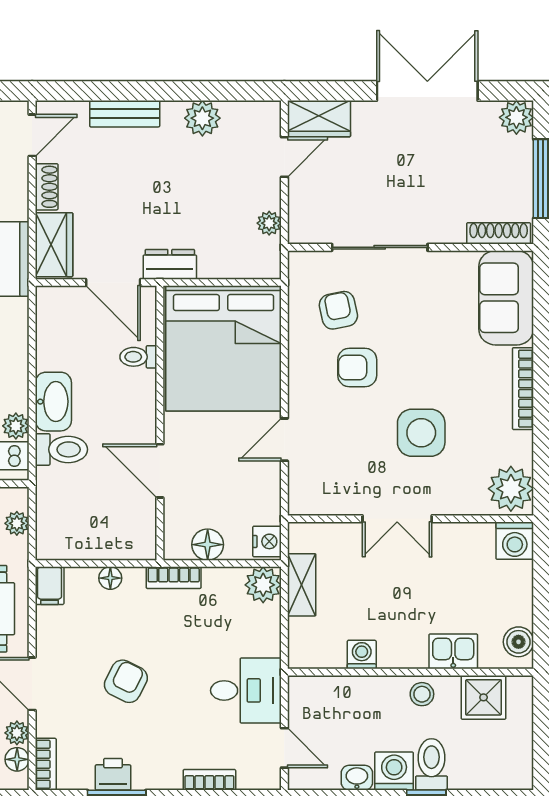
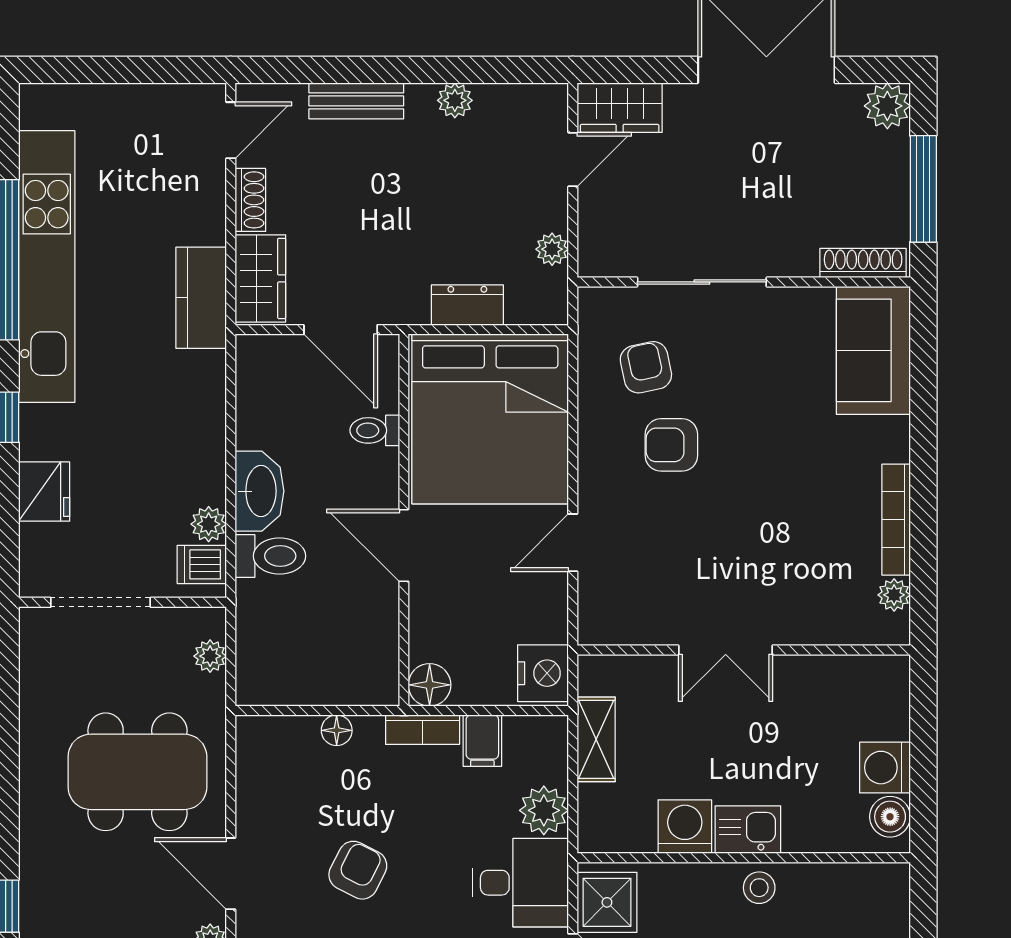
plant: (202, 118) -> (455, 100), width x0.73, depth x0.73
dresser: (170, 264) -> (467, 305), moved
bookcase: (523, 389) -> (896, 520), moved
side table: (421, 433) -> (758, 533), removed
door: (160, 471) -> (404, 545), moved
plant: (511, 489) -> (894, 595), width x0.53, depth x0.53
nightstand: (267, 541) -> (543, 673), width x1.36, depth x1.33
washing machine: (515, 541) -> (885, 768), moved, turned 90
floor lamp: (208, 545) -> (430, 685), moved
plant: (263, 585) -> (544, 810), moved
filing cabinet: (50, 586) -> (482, 741), moved
kitchen sink: (453, 651) -> (748, 830), moved
washing machine: (362, 655) -> (685, 827), width x1.38, depth x1.38
shower: (484, 697) -> (607, 902), moved

